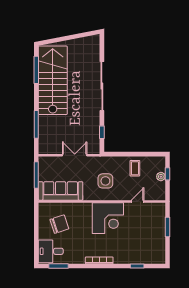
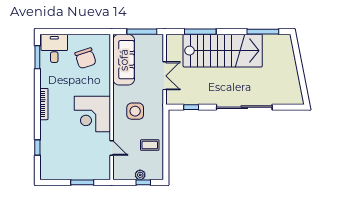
stairs: (53, 80) -> (223, 51), moved

